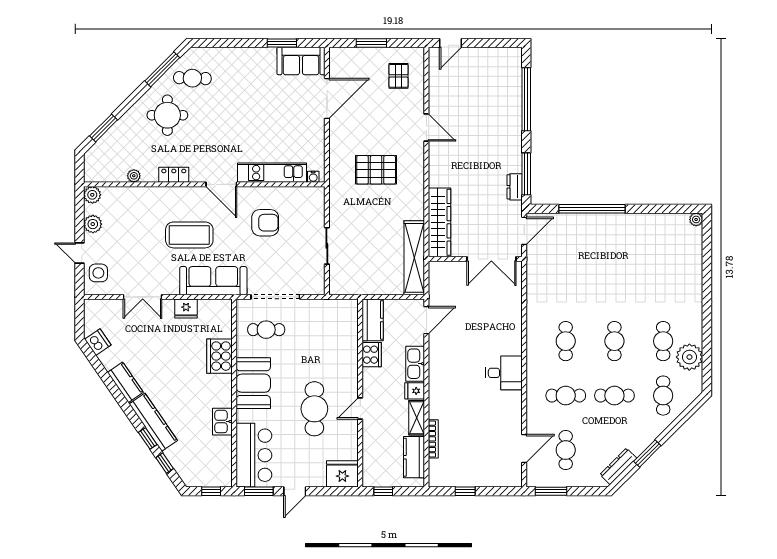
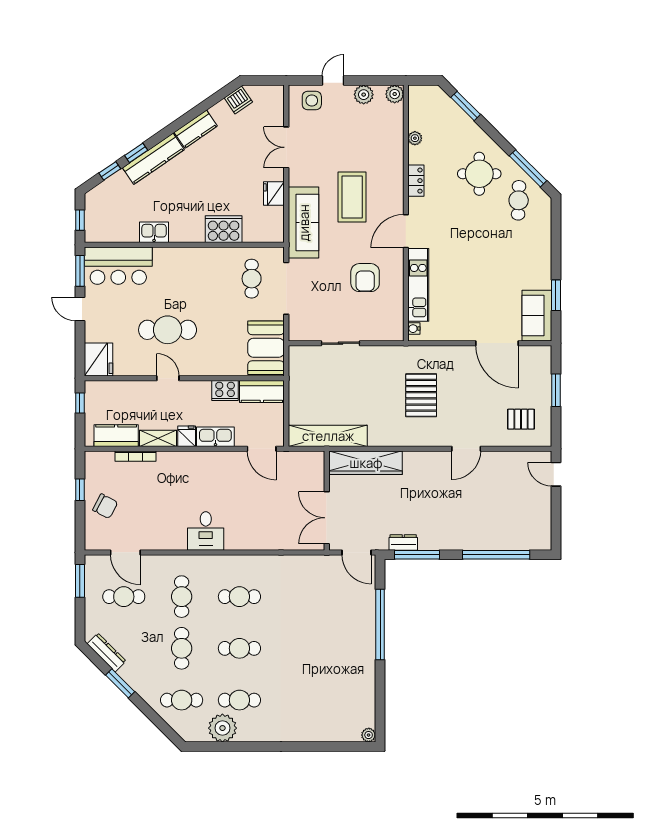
booth: (253, 383) -> (266, 348), moved, turned 90
chair: (481, 468) -> (105, 506), added

